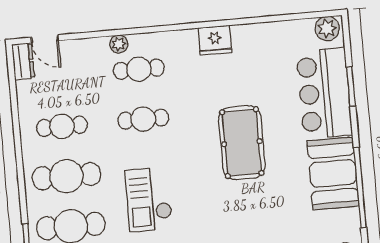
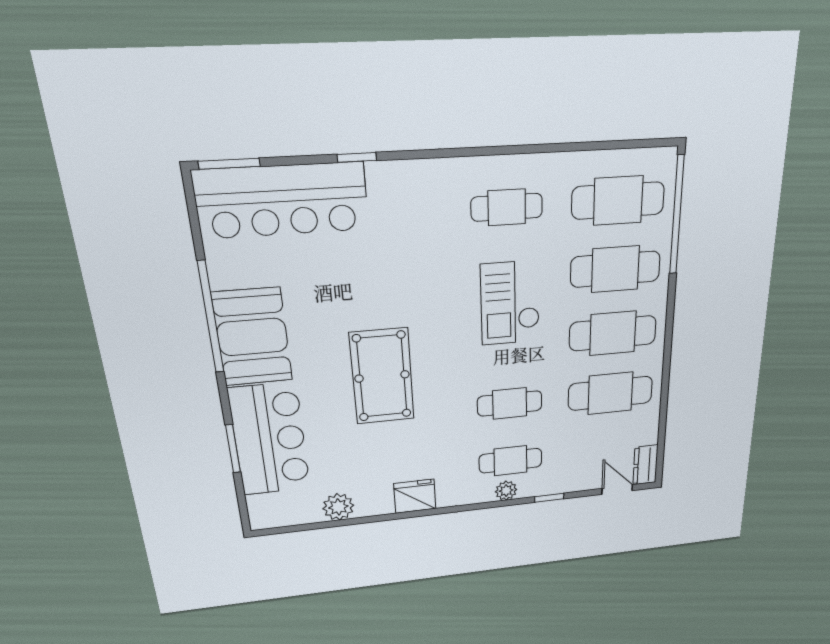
plant: (327, 29) -> (338, 507), moved
window: (103, 34) -> (549, 498), added
plant: (119, 44) -> (506, 491), moved
cafe table: (62, 126) -> (610, 393), width x1.37, depth x1.35
checkout: (149, 199) -> (510, 303), turned 180

